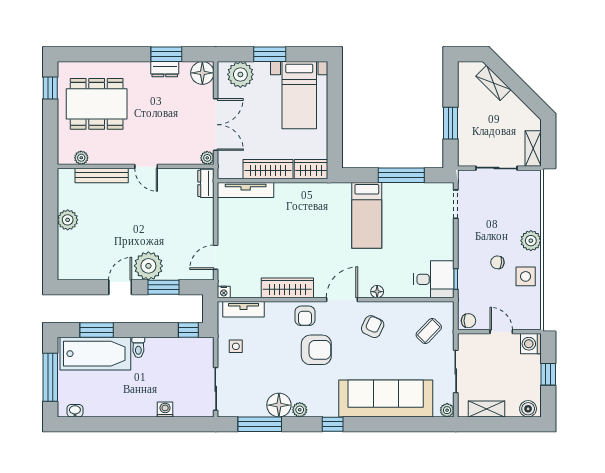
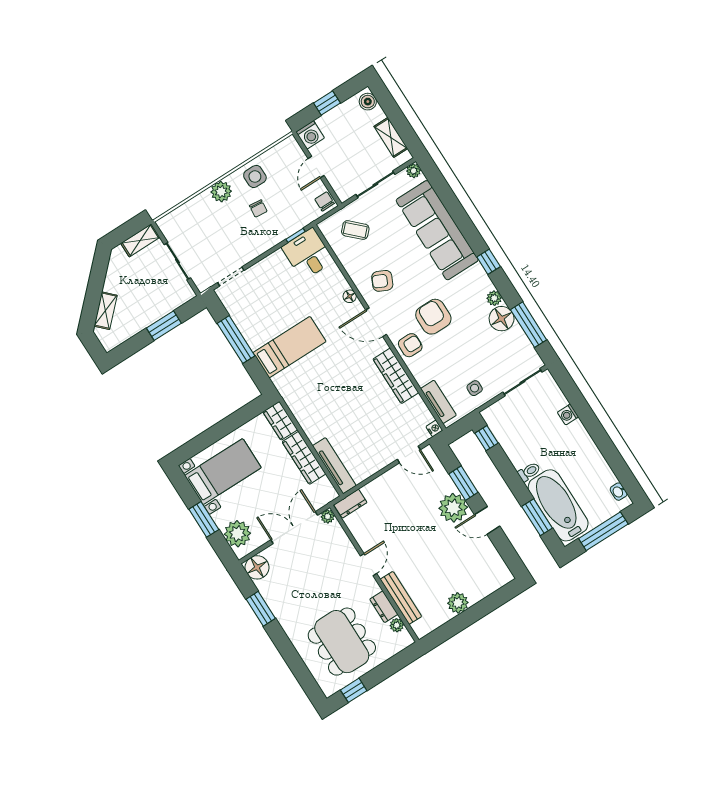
dresser: (165, 69) -> (384, 607), moved, turned 180

